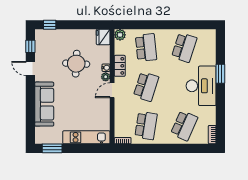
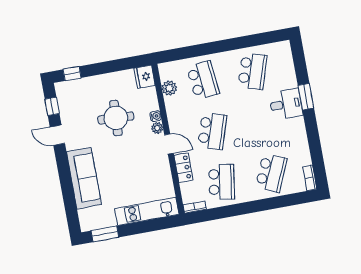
plant: (120, 35) -> (169, 88), moved
locker: (120, 66) -> (183, 168), moved
desk: (201, 86) -> (286, 104), width x0.53, depth x0.77
door: (112, 90) -> (169, 144), swing flipped

